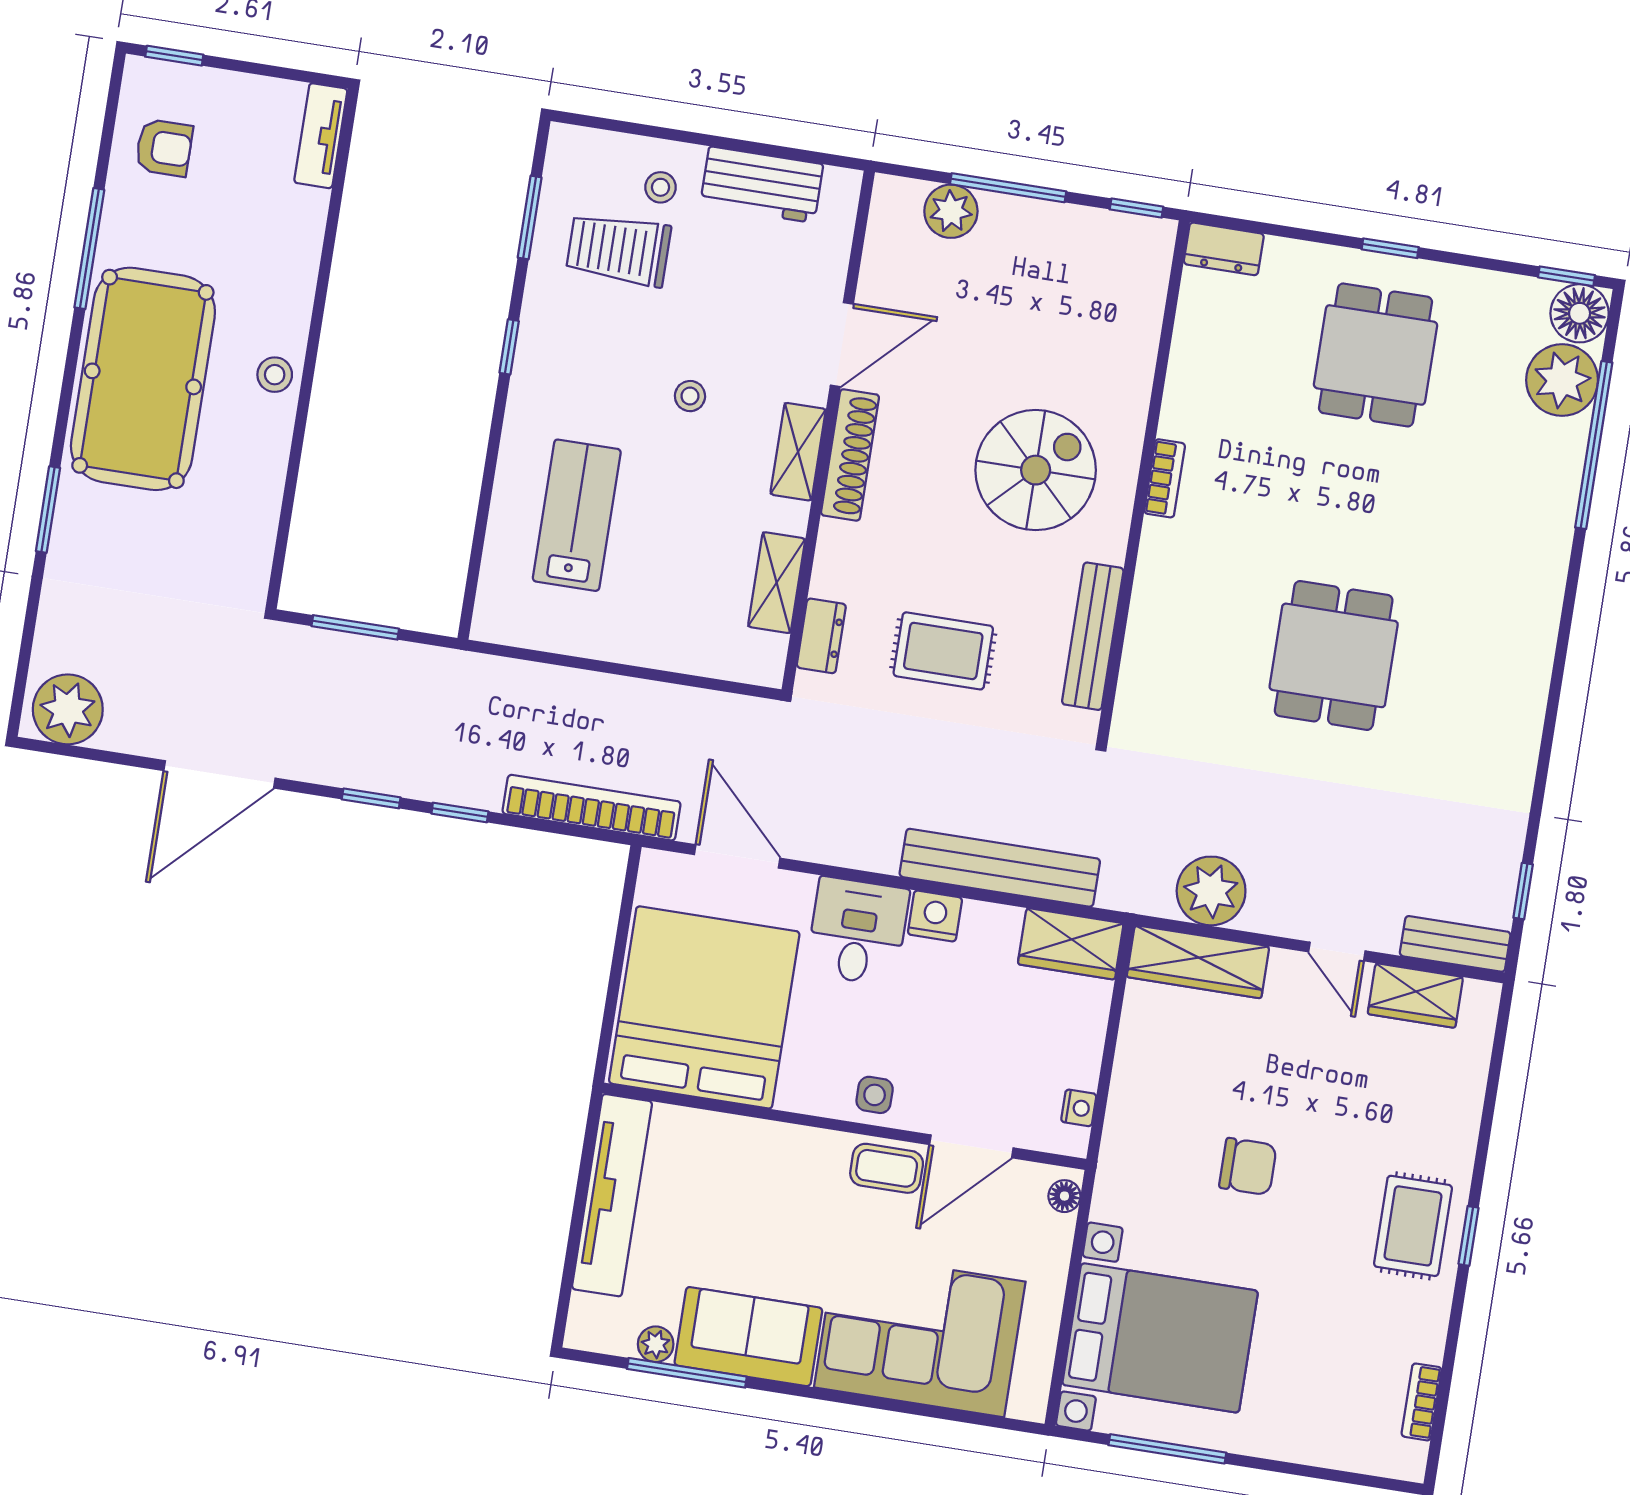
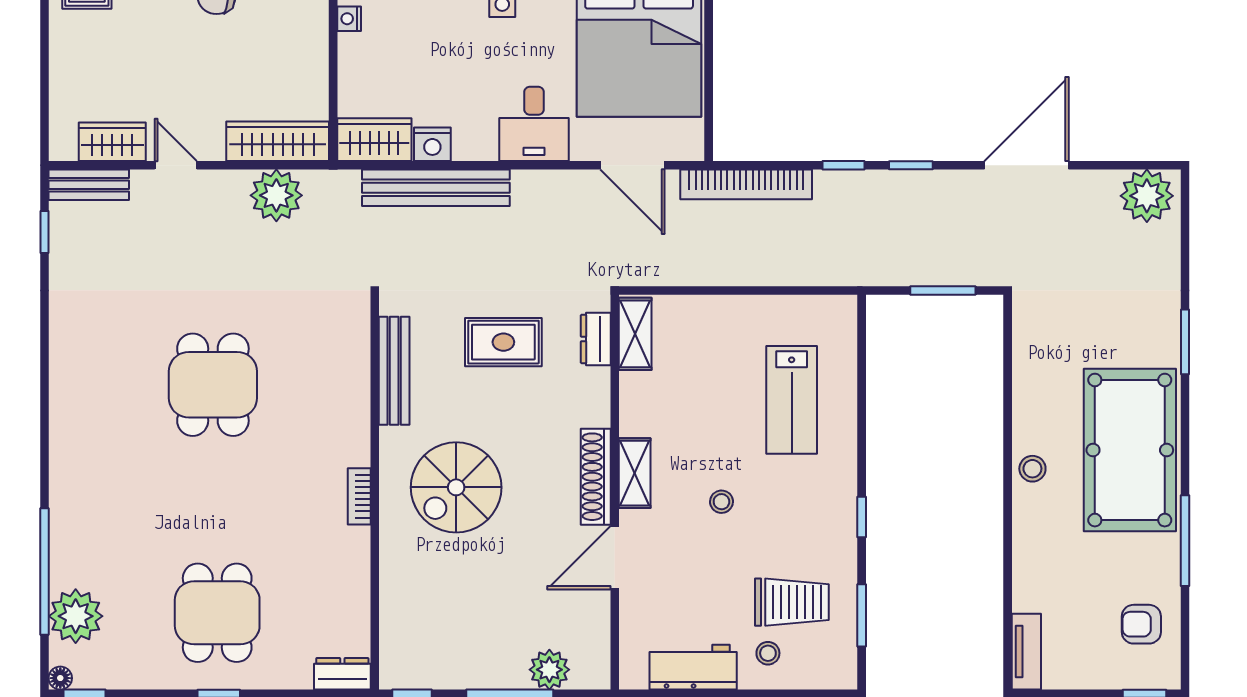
floor lamp: (1580, 313) -> (60, 678), width x0.53, depth x0.53
shelving: (777, 583) -> (635, 334), moved
nightstand: (935, 916) -> (432, 144), moved

